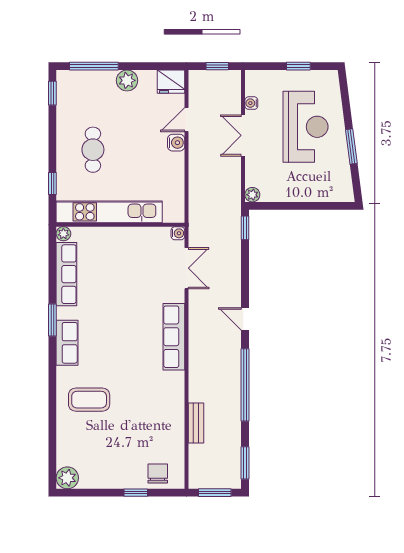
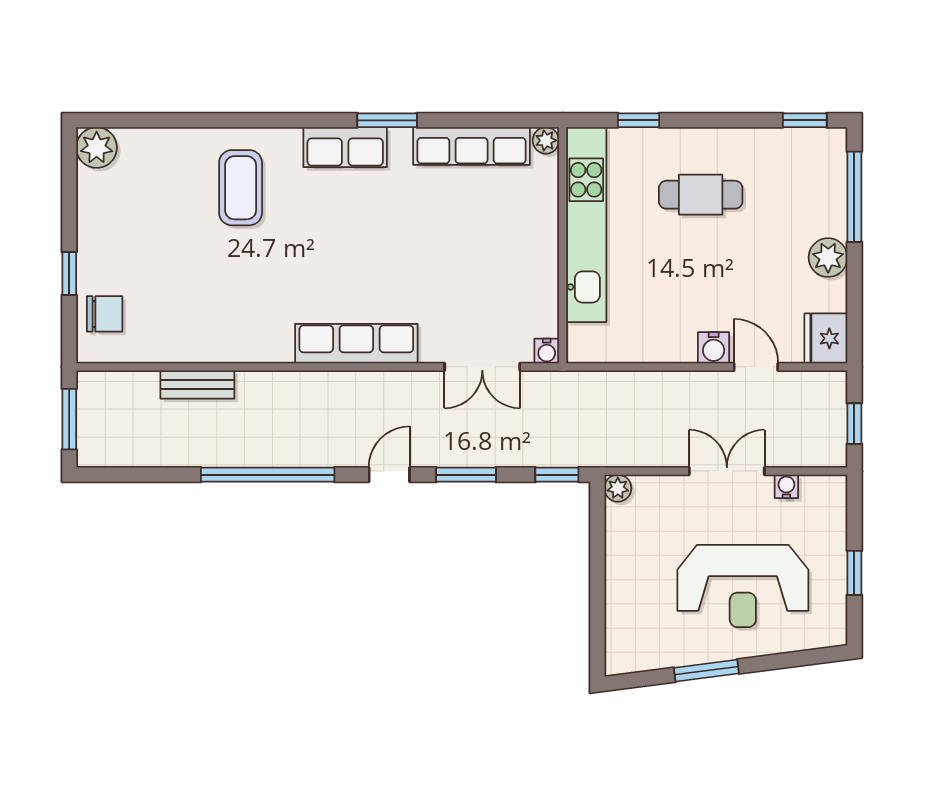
window: (245, 463) -> (466, 475), moved

